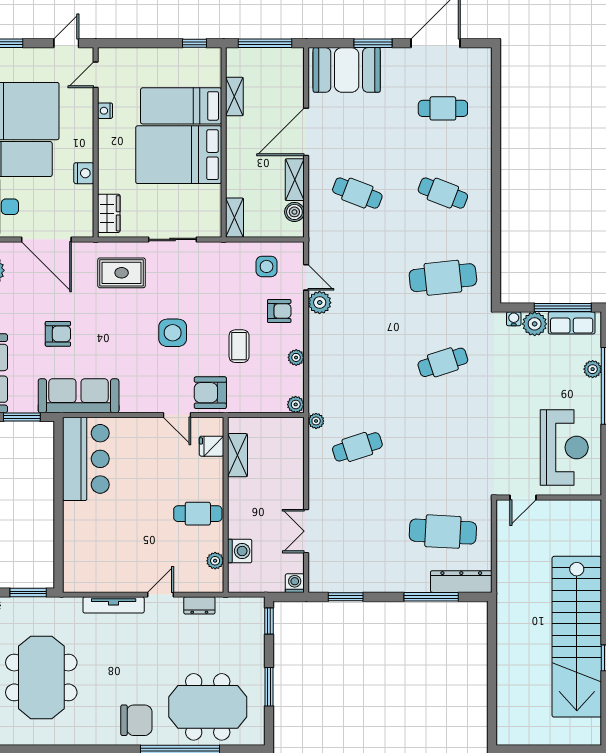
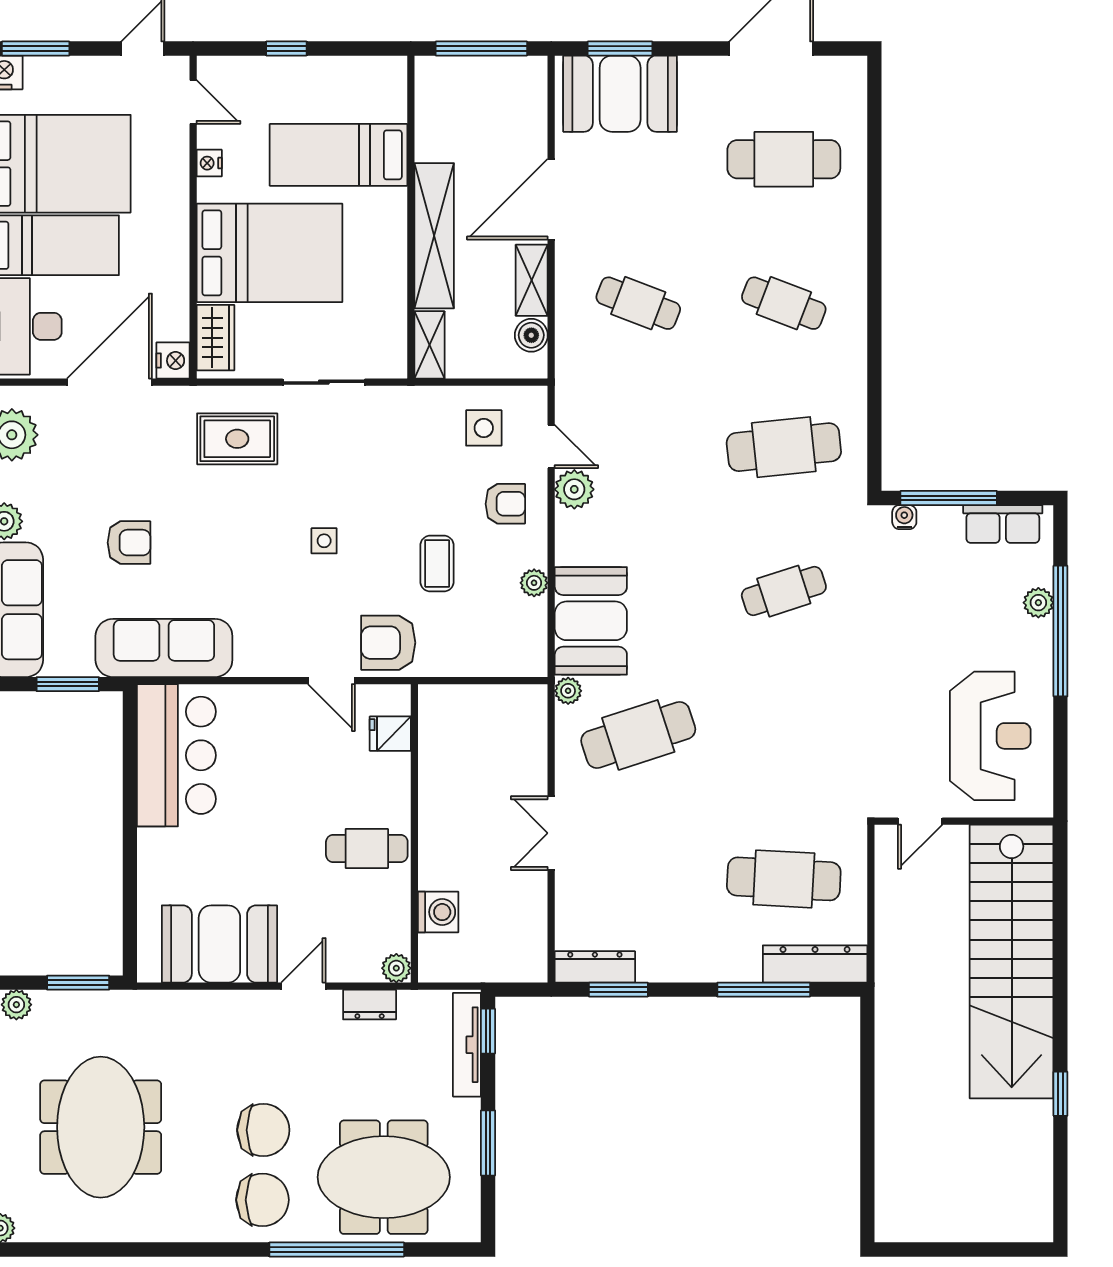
window: (194, 43) -> (286, 48), moved
window: (373, 43) -> (620, 48), moved
door: (96, 75) -> (193, 102), swing flipped
shelving: (234, 96) -> (434, 236), moved, width x2.20, depth x1.33
cafe table: (443, 108) -> (784, 159), width x1.37, depth x1.35
bed: (179, 155) -> (269, 253), moved, turned 180
nightstand: (84, 173) -> (173, 361), moved
door: (46, 239) -> (109, 382), swing flipped
window: (563, 308) -> (949, 498), moved
plant: (535, 324) -> (940, 526), removed
side table: (173, 333) -> (324, 541), width x0.54, depth x0.54
booth: (329, 380) -> (591, 621), added
plant: (296, 404) -> (533, 663), removed
cafe table: (357, 447) -> (638, 735), width x1.37, depth x1.35
shelving: (238, 455) -> (434, 749), removed
double door: (306, 531) -> (551, 833), moved
plant: (215, 561) -> (396, 968), moved
booth: (111, 570) -> (219, 944), added
washing machine: (295, 583) -> (532, 967), removed
dresser: (332, 583) -> (595, 967), added
tv unit: (114, 605) -> (467, 1045), moved, turned 90
stairs: (577, 637) -> (1012, 962), moved
chair: (137, 679) -> (263, 1130), added

